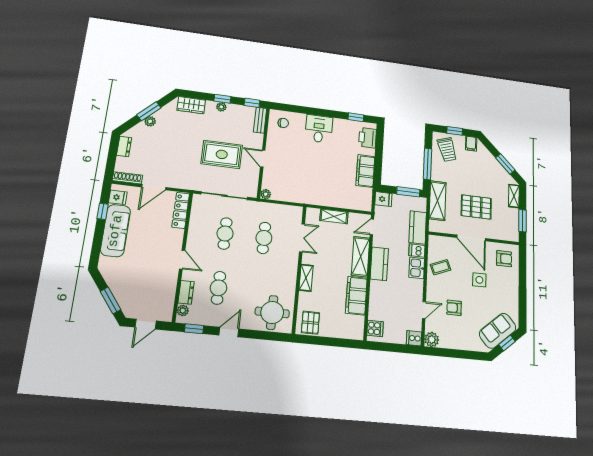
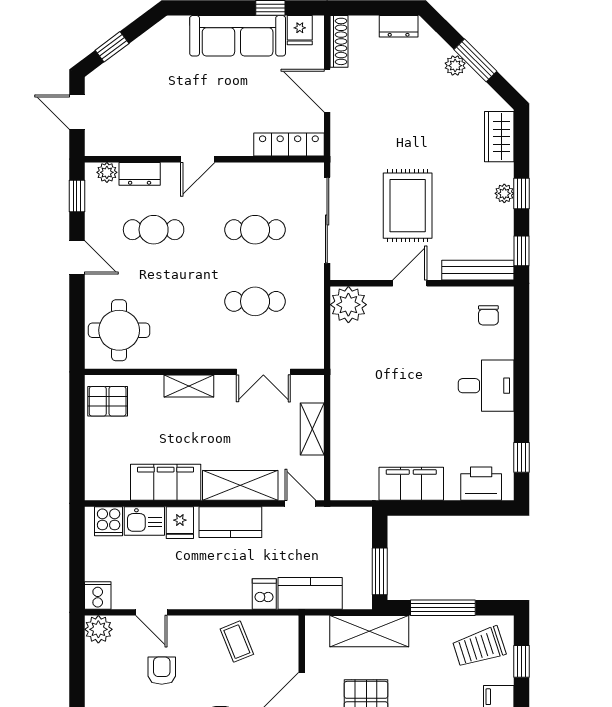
bench: (260, 120) -> (478, 270), width x1.36
plant: (266, 194) -> (348, 305), width x1.88, depth x1.88
fridge: (383, 199) -> (180, 523), moved
kitchen sink: (417, 268) -> (144, 521), moved, turned 180
window: (110, 300) -> (112, 47), width x0.67

